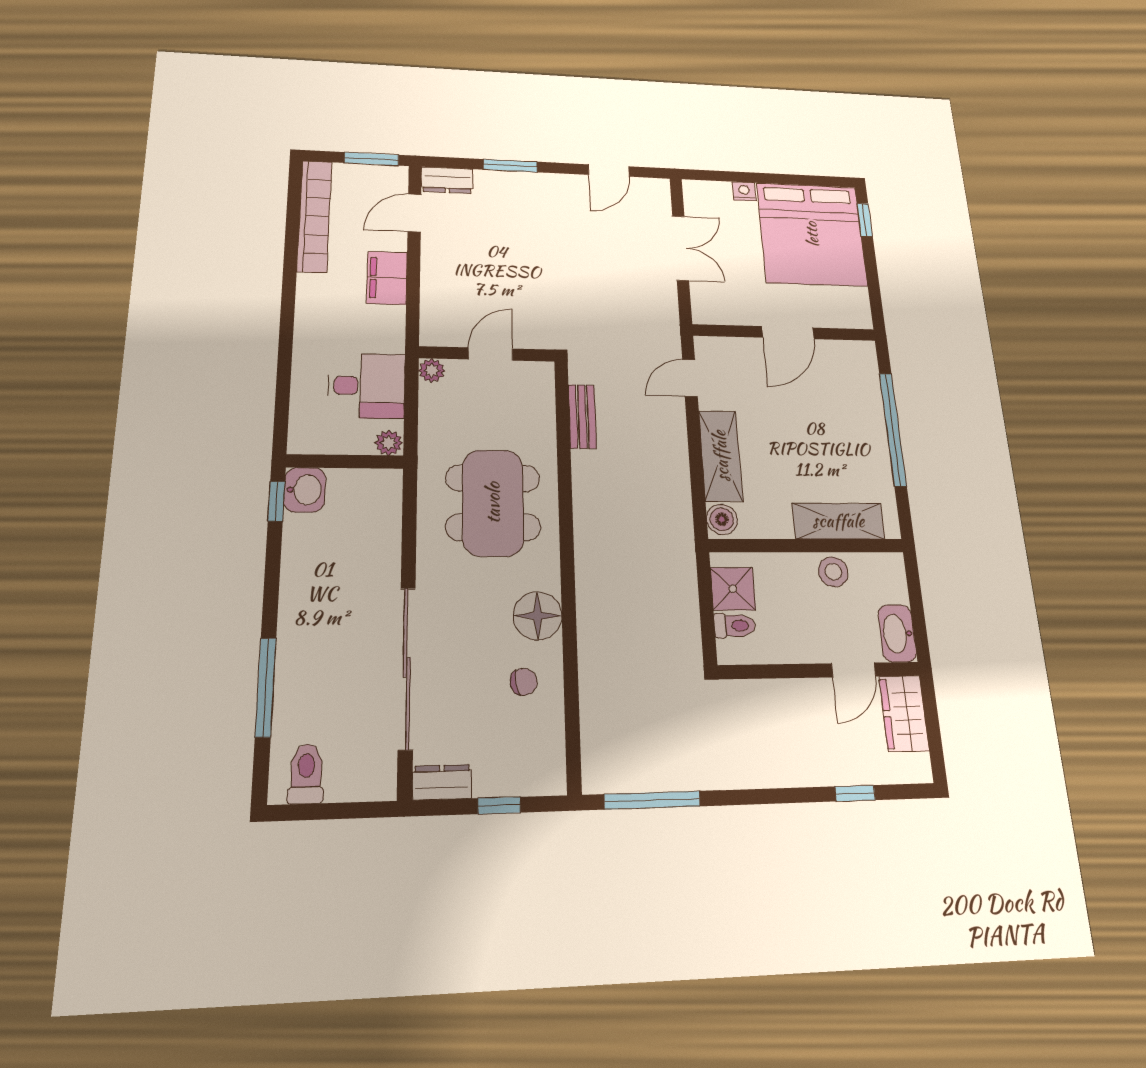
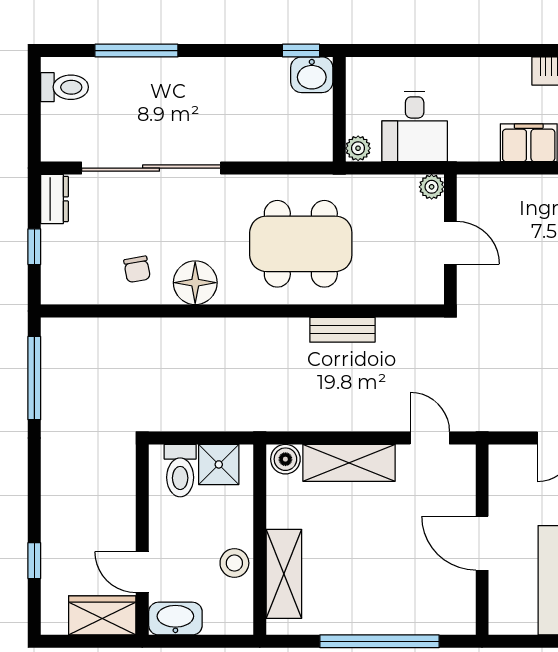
bench: (582, 417) -> (342, 330), moved
toilet: (735, 626) -> (180, 471), width x1.37, depth x1.39

